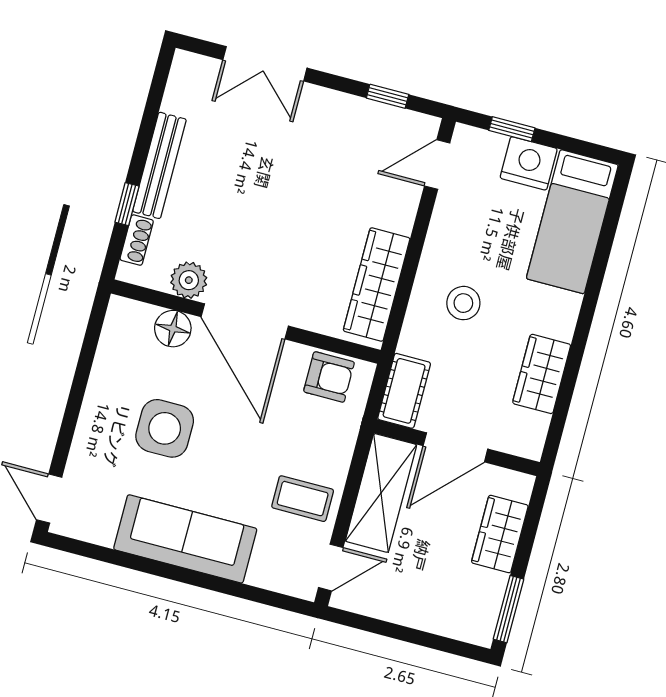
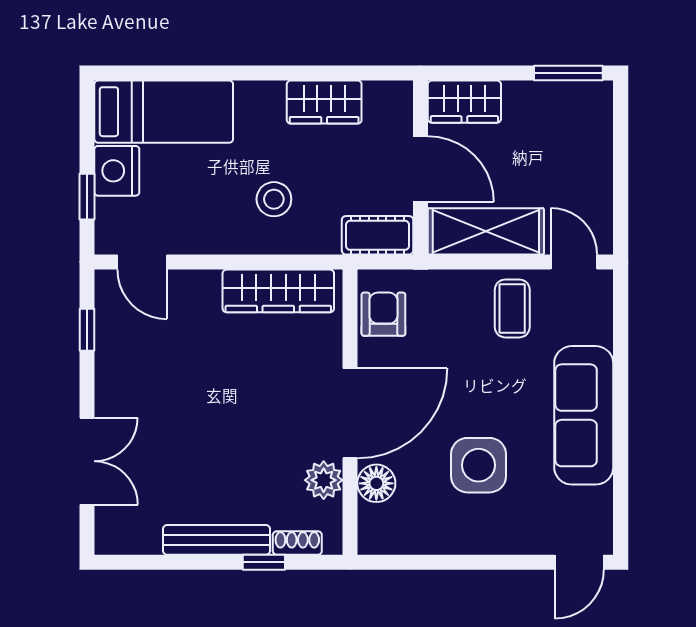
wardrobe: (500, 534) -> (464, 102), moved

